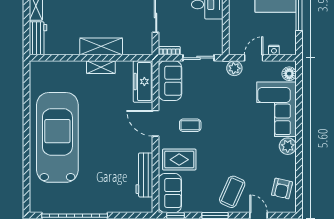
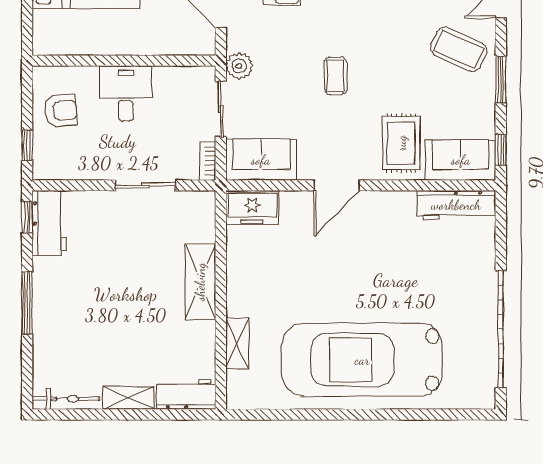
shelving: (101, 67) -> (237, 343), moved
plant: (234, 68) -> (239, 66), moved
freezer: (143, 82) -> (252, 208), width x0.71
coffee table: (190, 125) -> (336, 76), moved
workbench: (144, 175) -> (456, 205), moved

